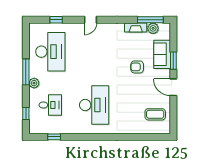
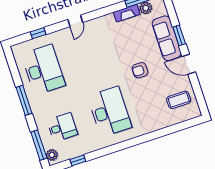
sofa: (162, 54) -> (167, 38), width x1.36
armchair: (137, 67) -> (140, 70), moved
plant: (34, 83) -> (52, 155), moved
window: (26, 113) -> (39, 145), width x2.17

